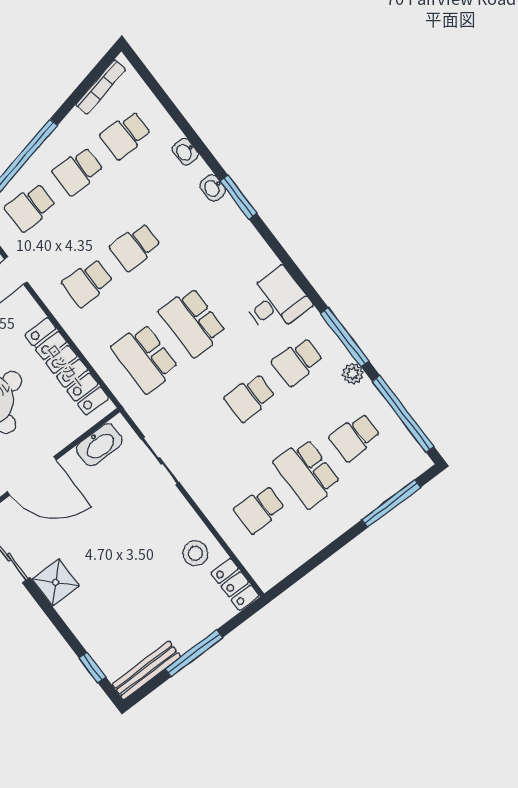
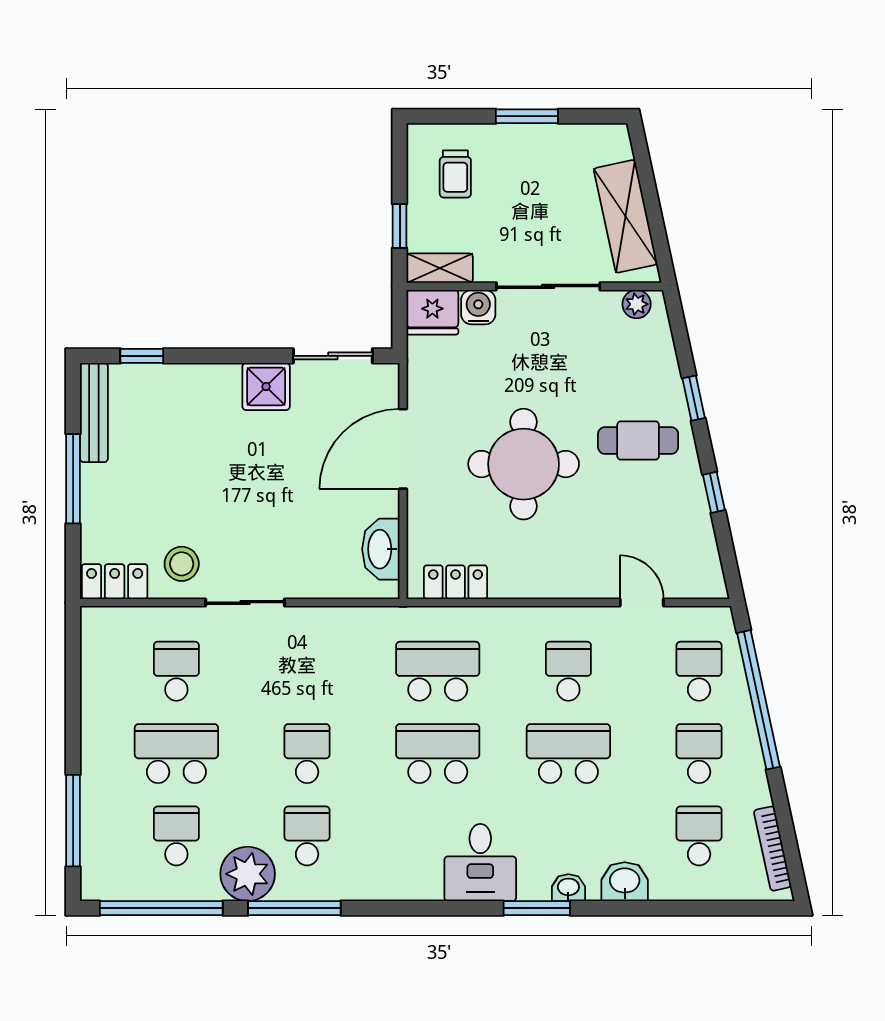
washbasin: (185, 152) -> (625, 882), width x1.38, depth x1.45
school desk: (135, 247) -> (568, 754), width x1.85
desk: (276, 301) -> (480, 863), moved
locker: (67, 366) -> (455, 582), width x0.46, depth x0.83
plant: (353, 374) -> (248, 874), width x1.87, depth x1.87
sliding door: (160, 461) -> (245, 602), moved

